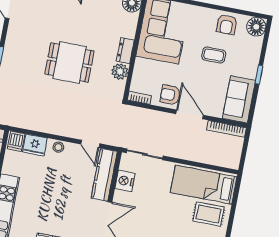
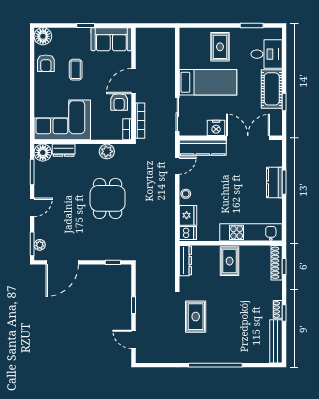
armchair: (227, 24) -> (46, 63), turned 90
dresser: (125, 51) -> (64, 150), moved
bookcase: (227, 129) -> (140, 121), moved
nightstand: (125, 181) -> (216, 128), moved
bed: (204, 185) -> (208, 82), moved, turned -90

